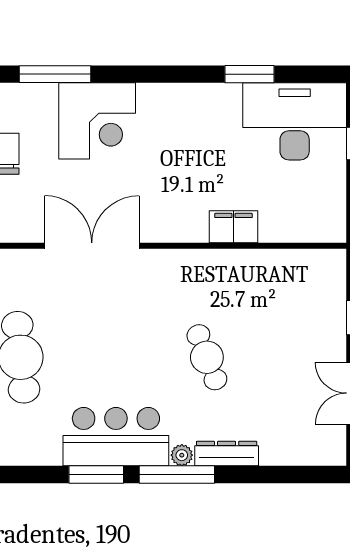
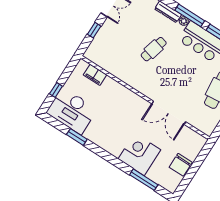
filing cabinet: (233, 227) -> (95, 75), moved
cafe table: (207, 357) -> (154, 49), turned 36

